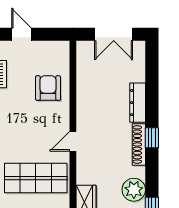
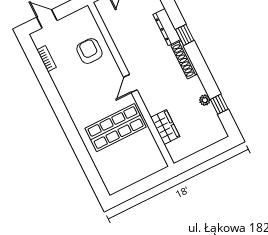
window: (152, 138) -> (185, 35), moved
plant: (134, 190) -> (205, 100), width x0.53, depth x0.53

